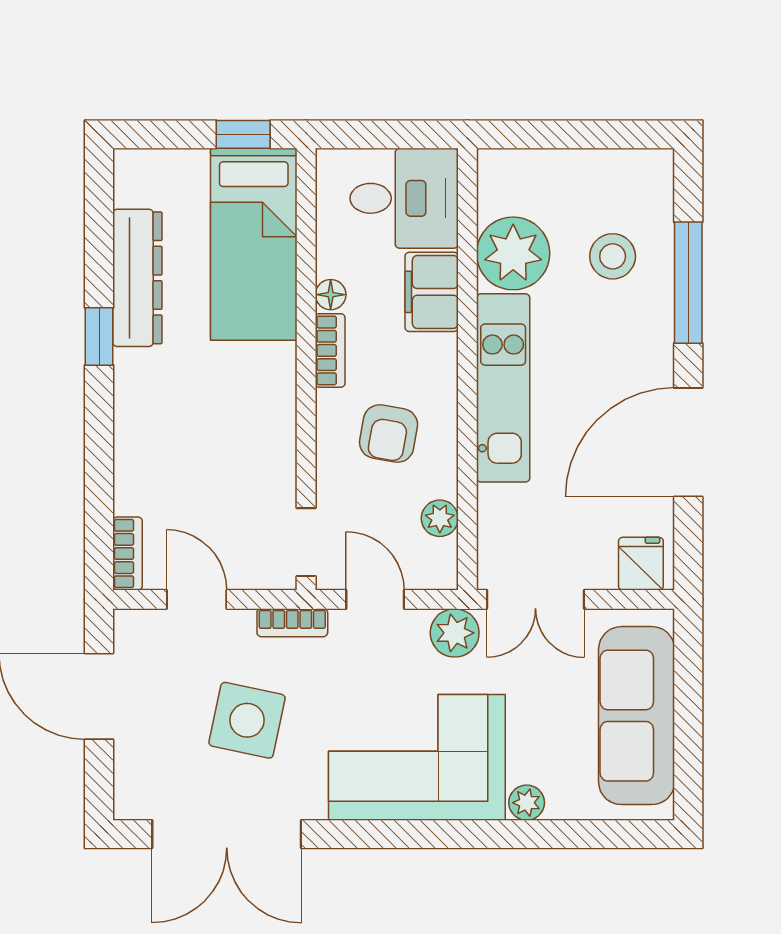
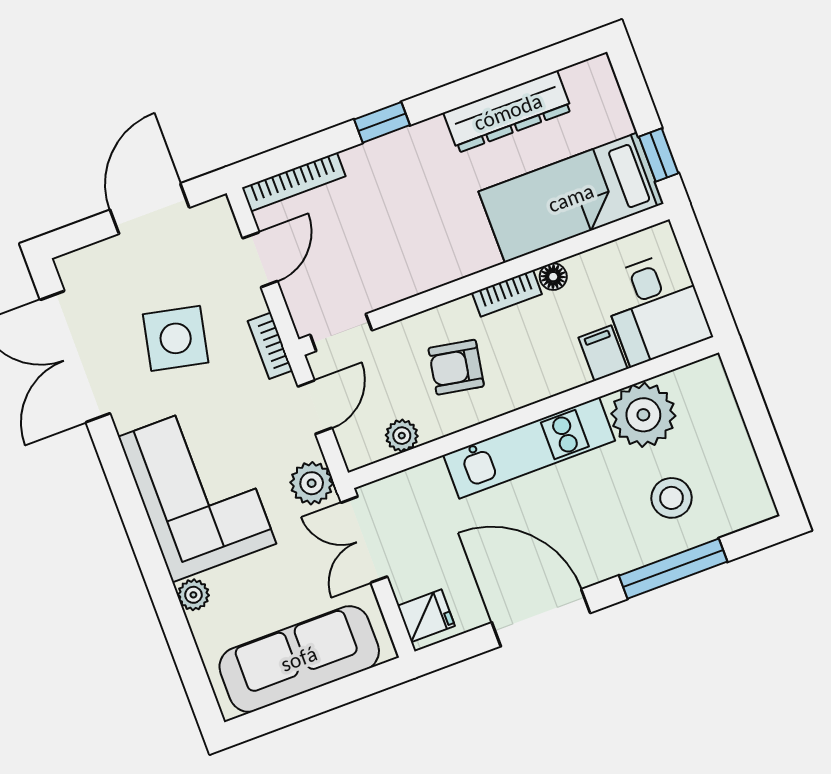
filing cabinet: (432, 292) -> (603, 353), width x0.50
window: (99, 336) -> (382, 122), moved
bookcase: (128, 554) -> (294, 182), width x1.56

